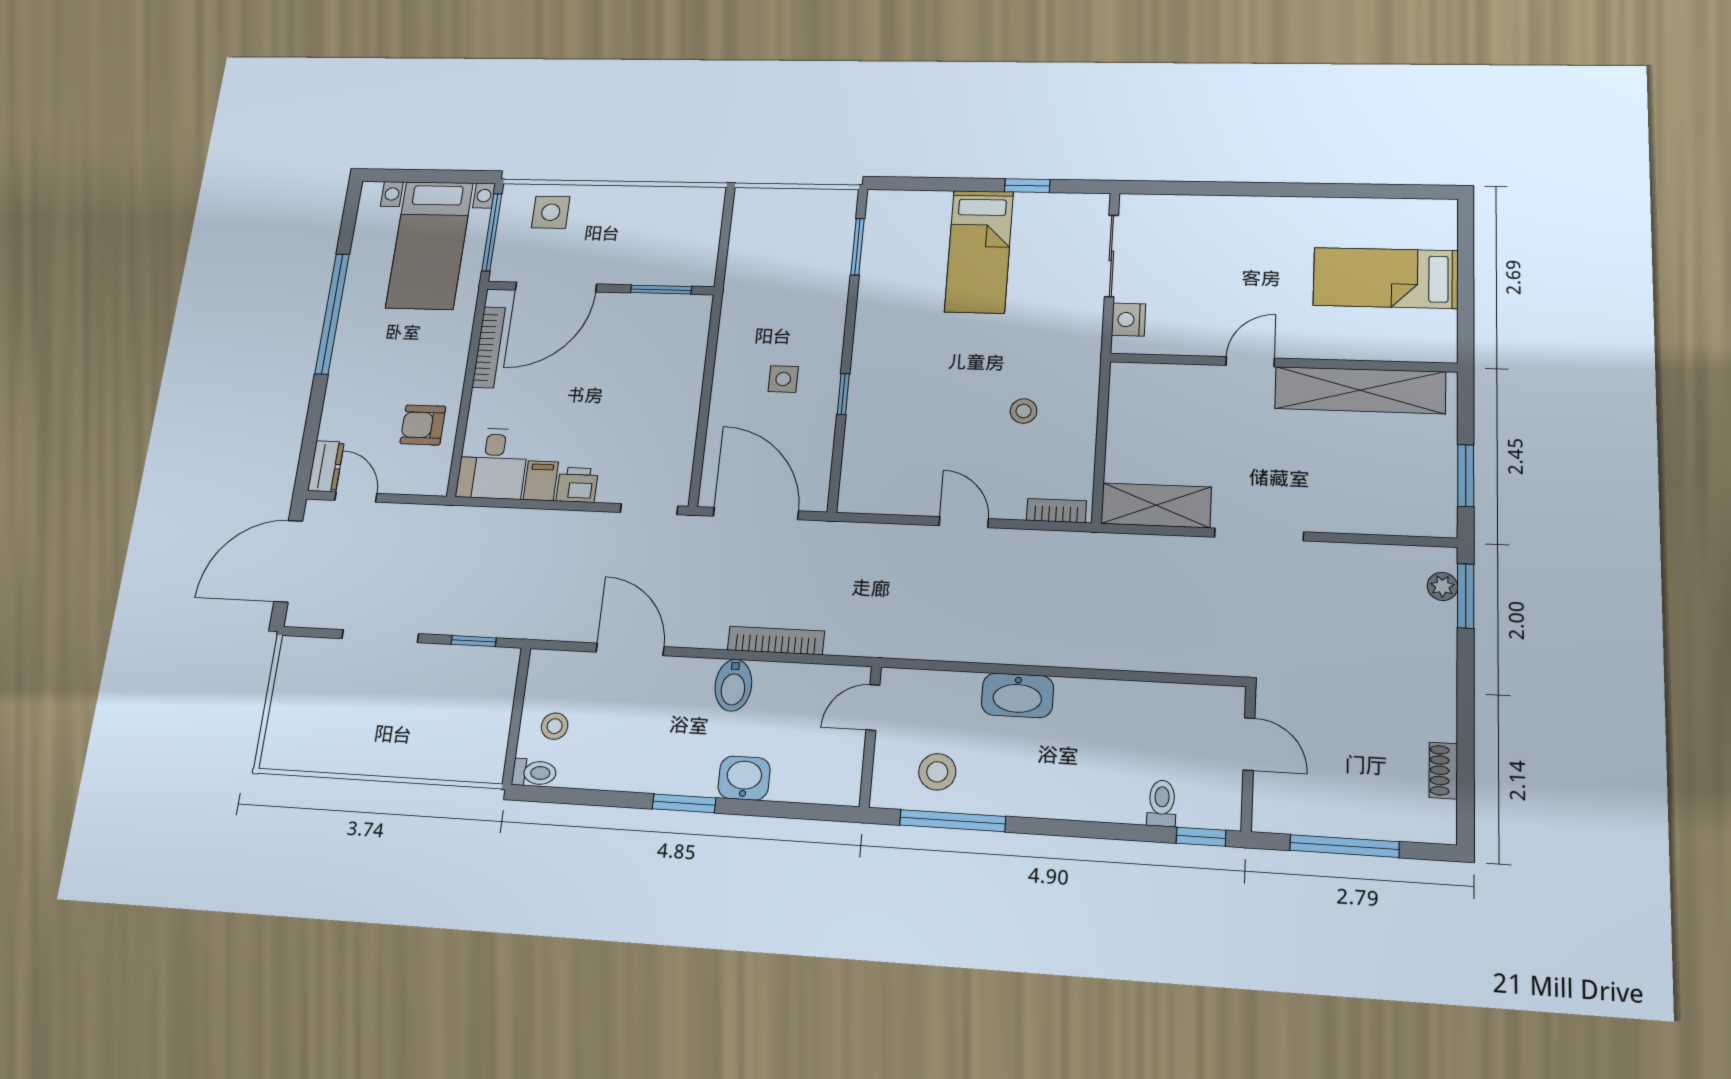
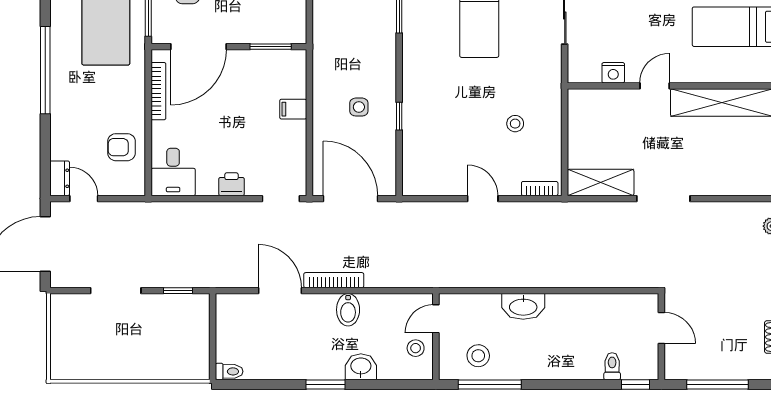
nightstand: (1129, 320) -> (613, 73), moved, turned -90
filing cabinet: (541, 481) -> (293, 109), moved, turned -90
bookcase: (776, 641) -> (334, 280), moved
stool: (555, 726) -> (416, 348), moved

